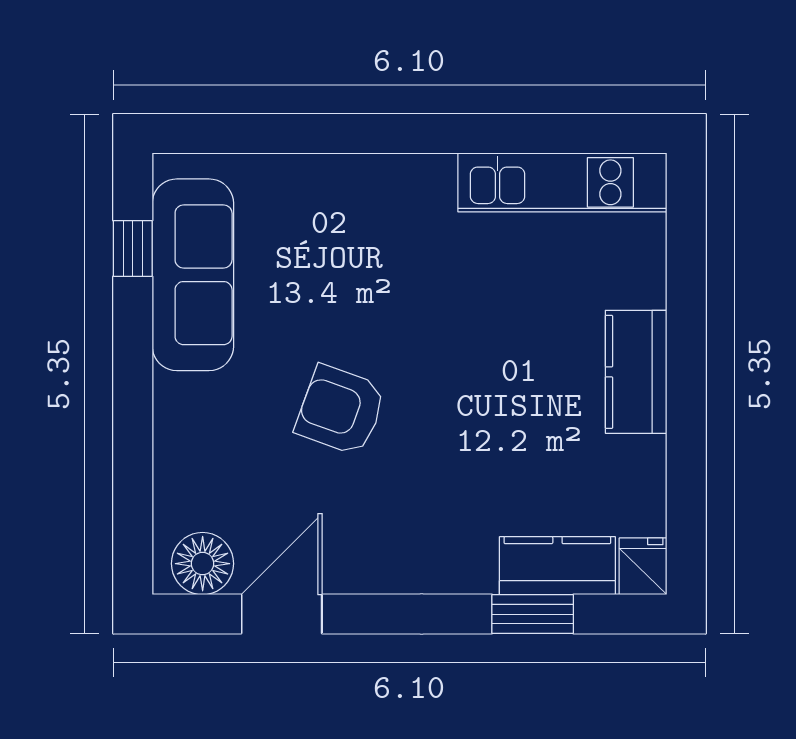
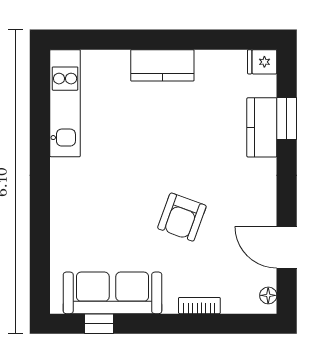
bookcase: (168, 444) -> (199, 306), added
floor lamp: (203, 564) -> (268, 295), width x0.53, depth x0.53
kitchen counter: (557, 566) -> (262, 127), moved

